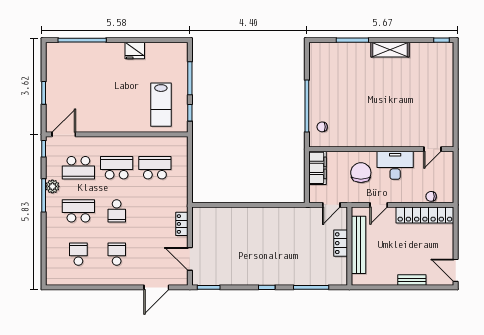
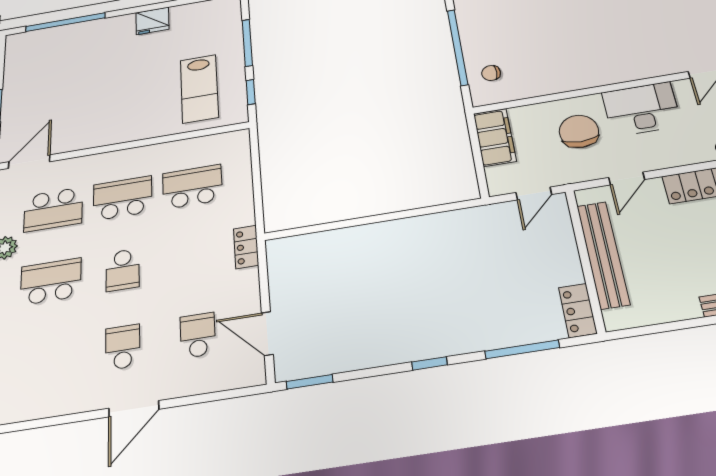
locker: (182, 224) -> (246, 247), moved
locker: (341, 243) -> (578, 310), moved
school desk: (78, 254) -> (198, 335), moved
door: (156, 287) -> (134, 409), moved

